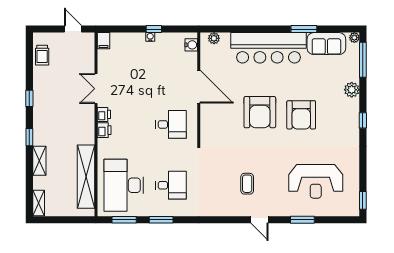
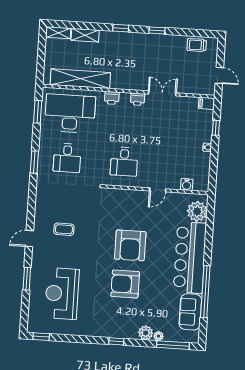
door: (73, 29) -> (219, 75), hinge flipped
window: (154, 29) -> (216, 128), moved
window: (304, 29) -> (205, 292), width x2.11
plant: (214, 38) -> (197, 211), width x1.88, depth x1.88
plant: (354, 38) -> (159, 336), moved
water cooler: (191, 45) -> (187, 185), moved
door: (199, 87) -> (158, 190), width x0.53
armchair: (260, 112) -> (130, 245), turned -90
printer: (104, 130) -> (112, 98), moved
shelving: (39, 161) -> (85, 35), moved
window: (161, 220) -> (34, 162), moved

